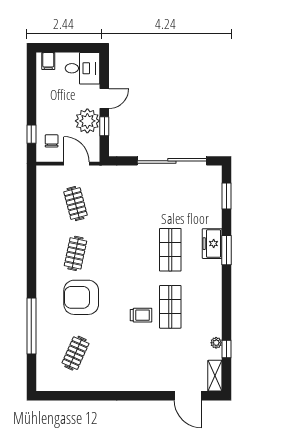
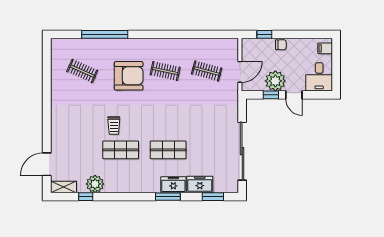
chair: (52, 141) -> (281, 45), moved
clothes rail: (75, 204) -> (207, 71), turned 30
freezer: (212, 212) -> (200, 184), added
armchair: (81, 297) -> (129, 76), turned 90
plant: (216, 343) -> (95, 184), width x1.87, depth x1.87

